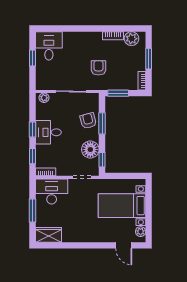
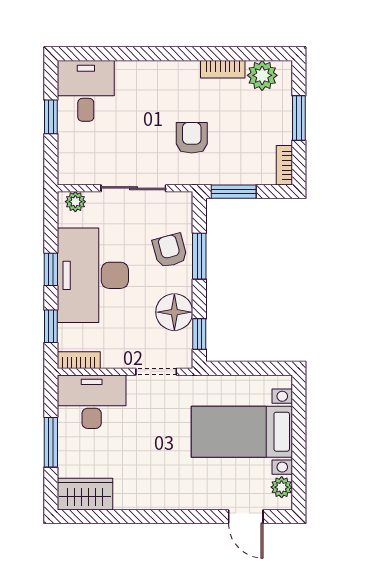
desk: (48, 132) -> (93, 275), width x1.87, depth x1.30

